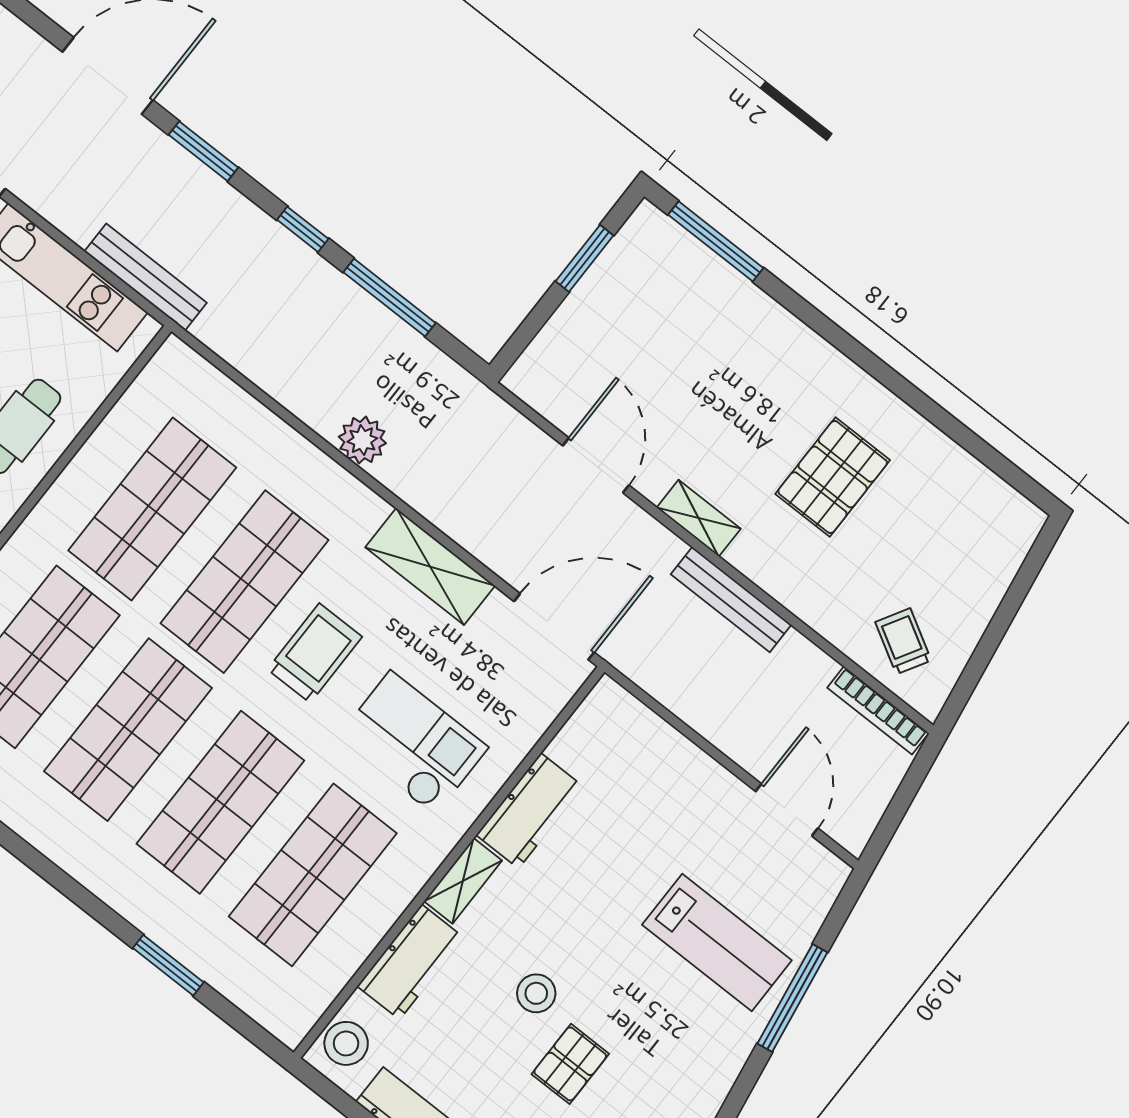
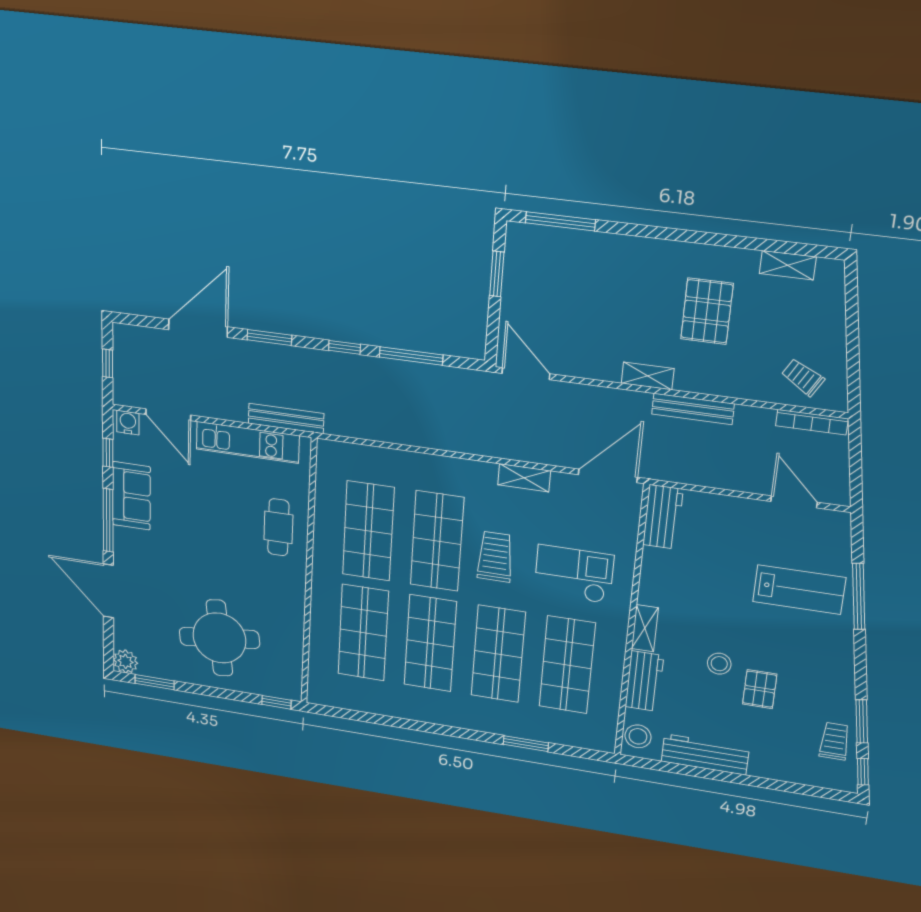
plant: (362, 440) -> (447, 437), removed
door: (596, 465) -> (526, 374), moved
shelving: (974, 479) -> (788, 265), added
shelving: (430, 567) -> (524, 478), width x0.67, depth x0.75
workbench: (530, 811) -> (663, 517), moved

